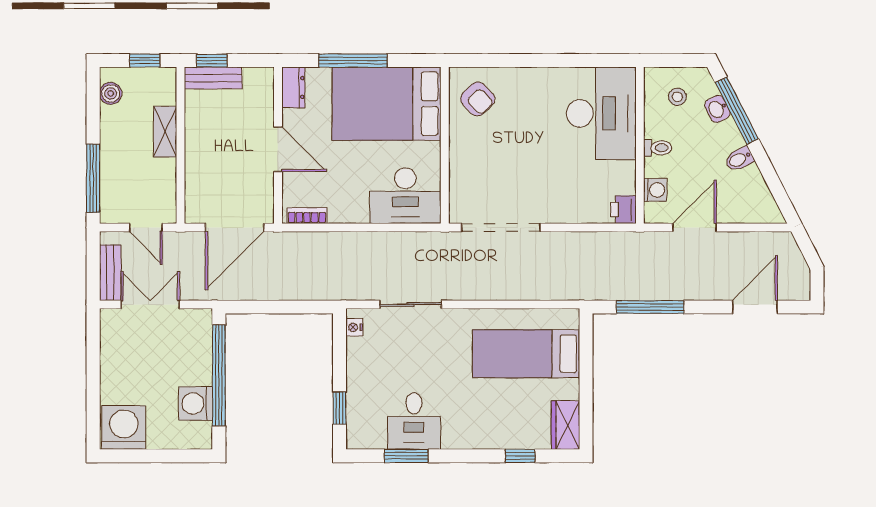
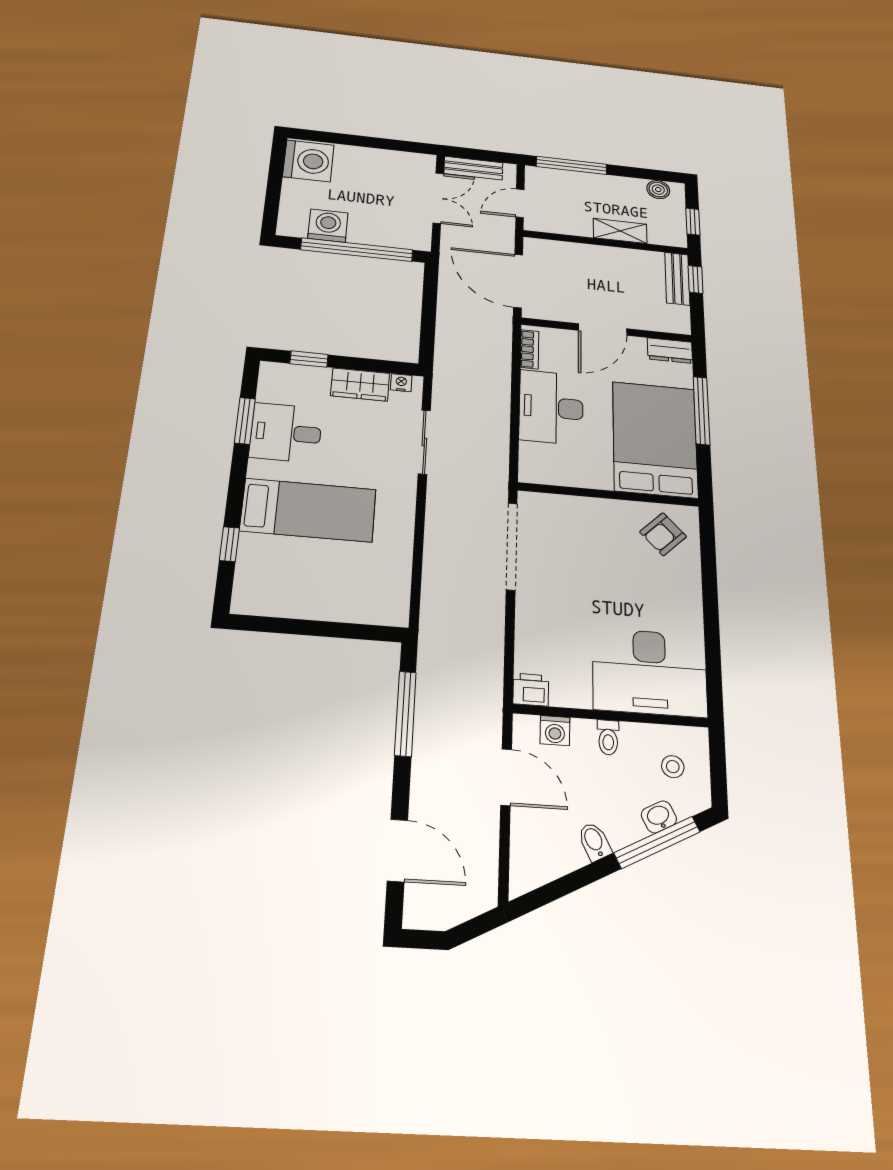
desk: (405, 196) -> (551, 407), moved
bed: (526, 354) -> (308, 510), moved, turned 90
wardrobe: (565, 425) -> (360, 385), moved, turned 180

